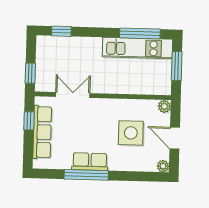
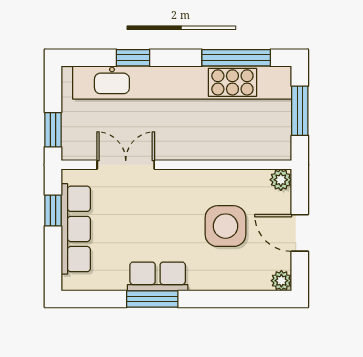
window: (61, 31) -> (133, 58), moved
kitchen unit: (137, 48) -> (182, 82), width x1.86
window: (86, 175) -> (152, 299), width x0.69

